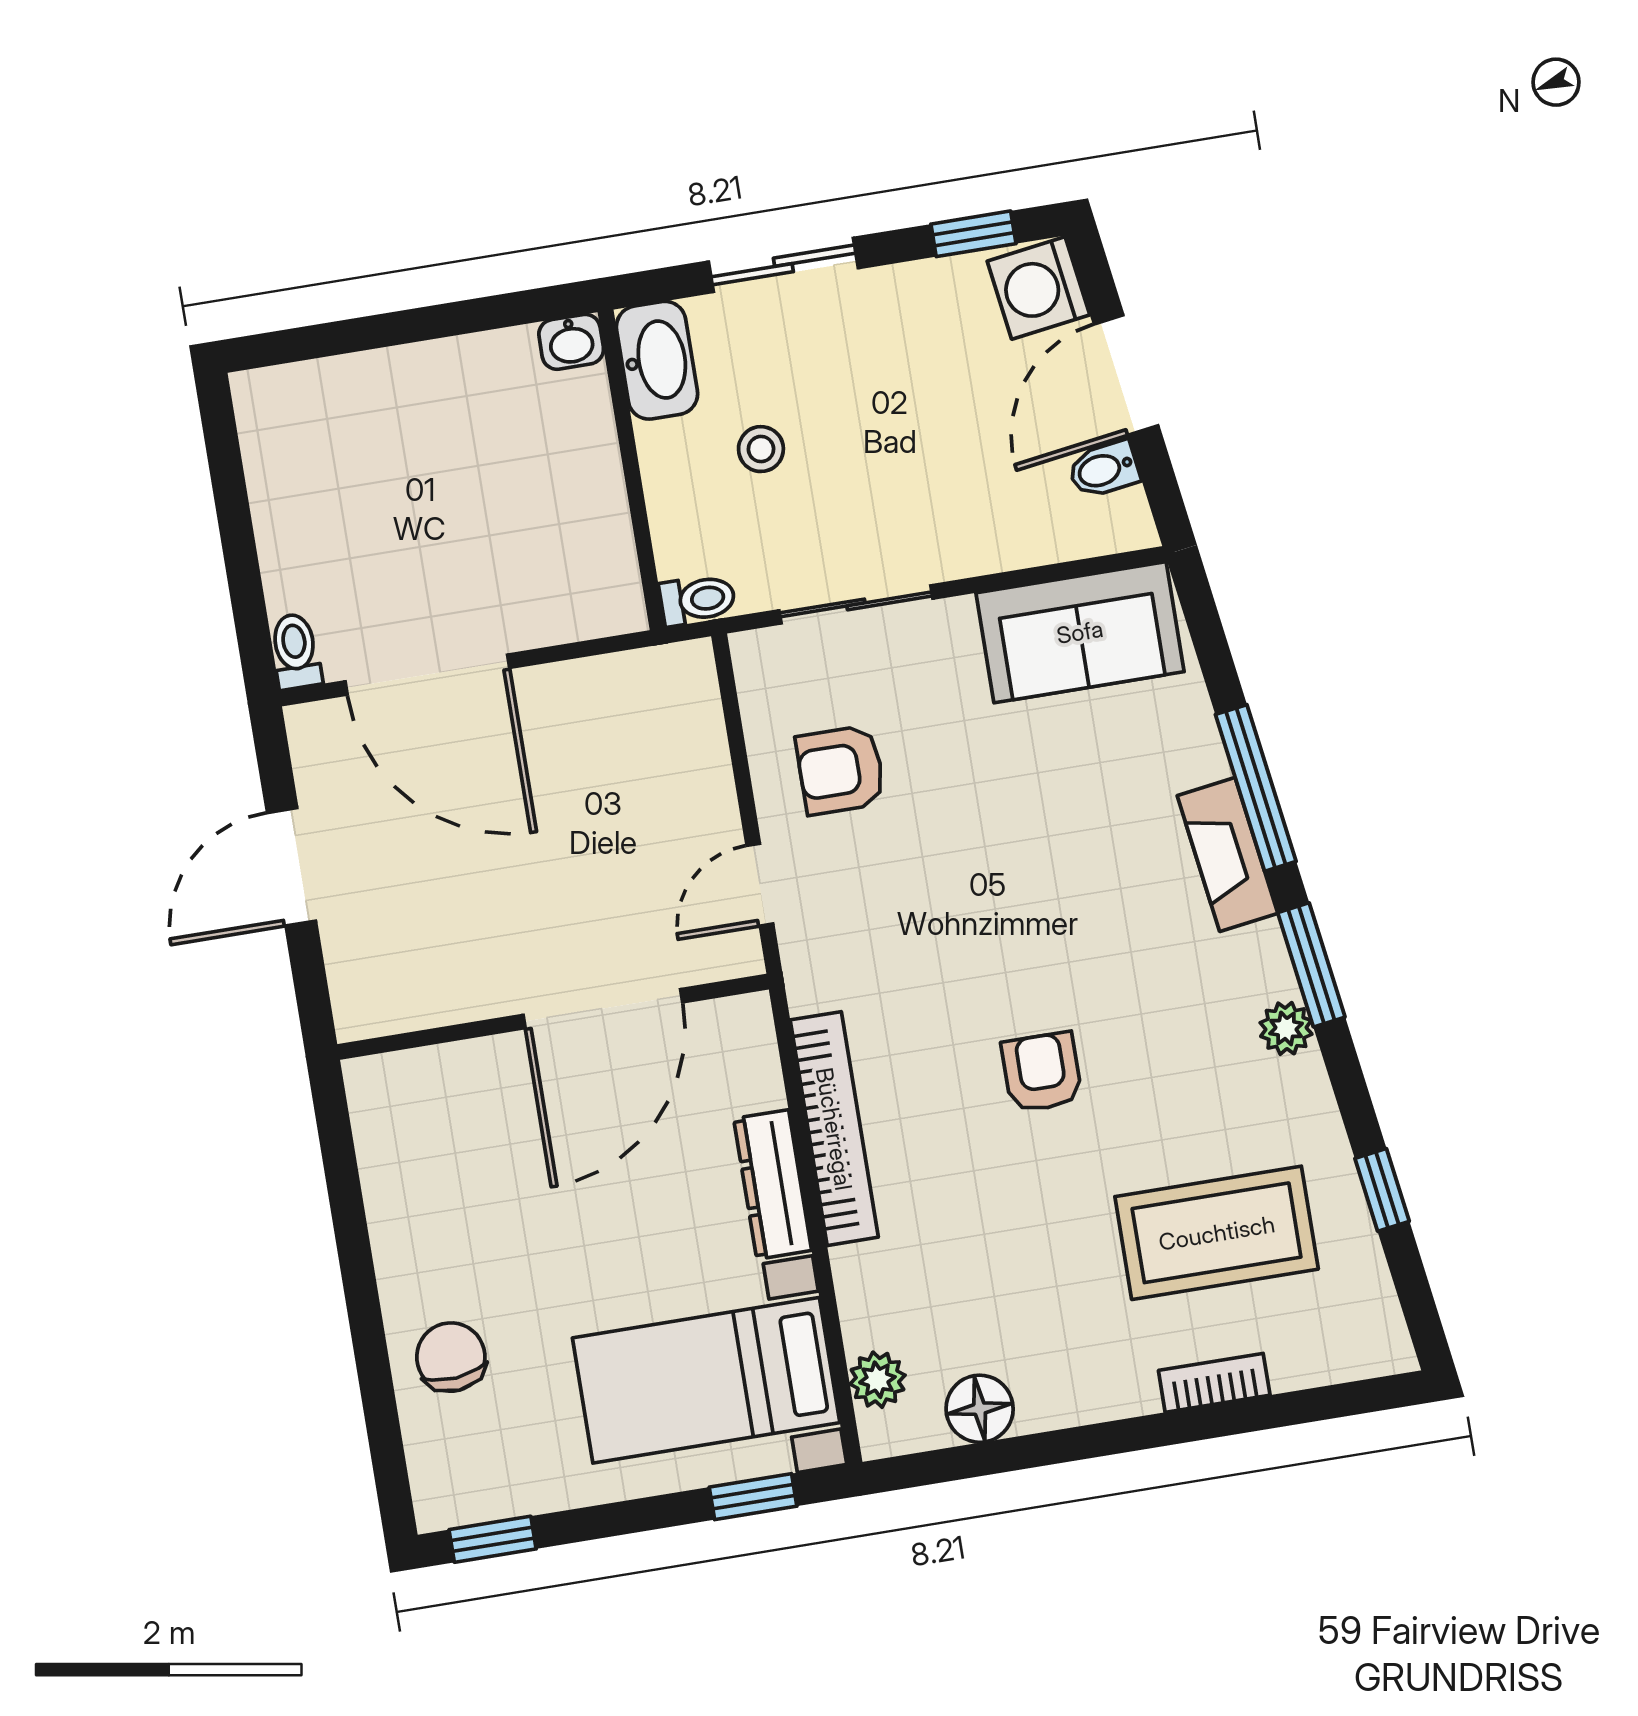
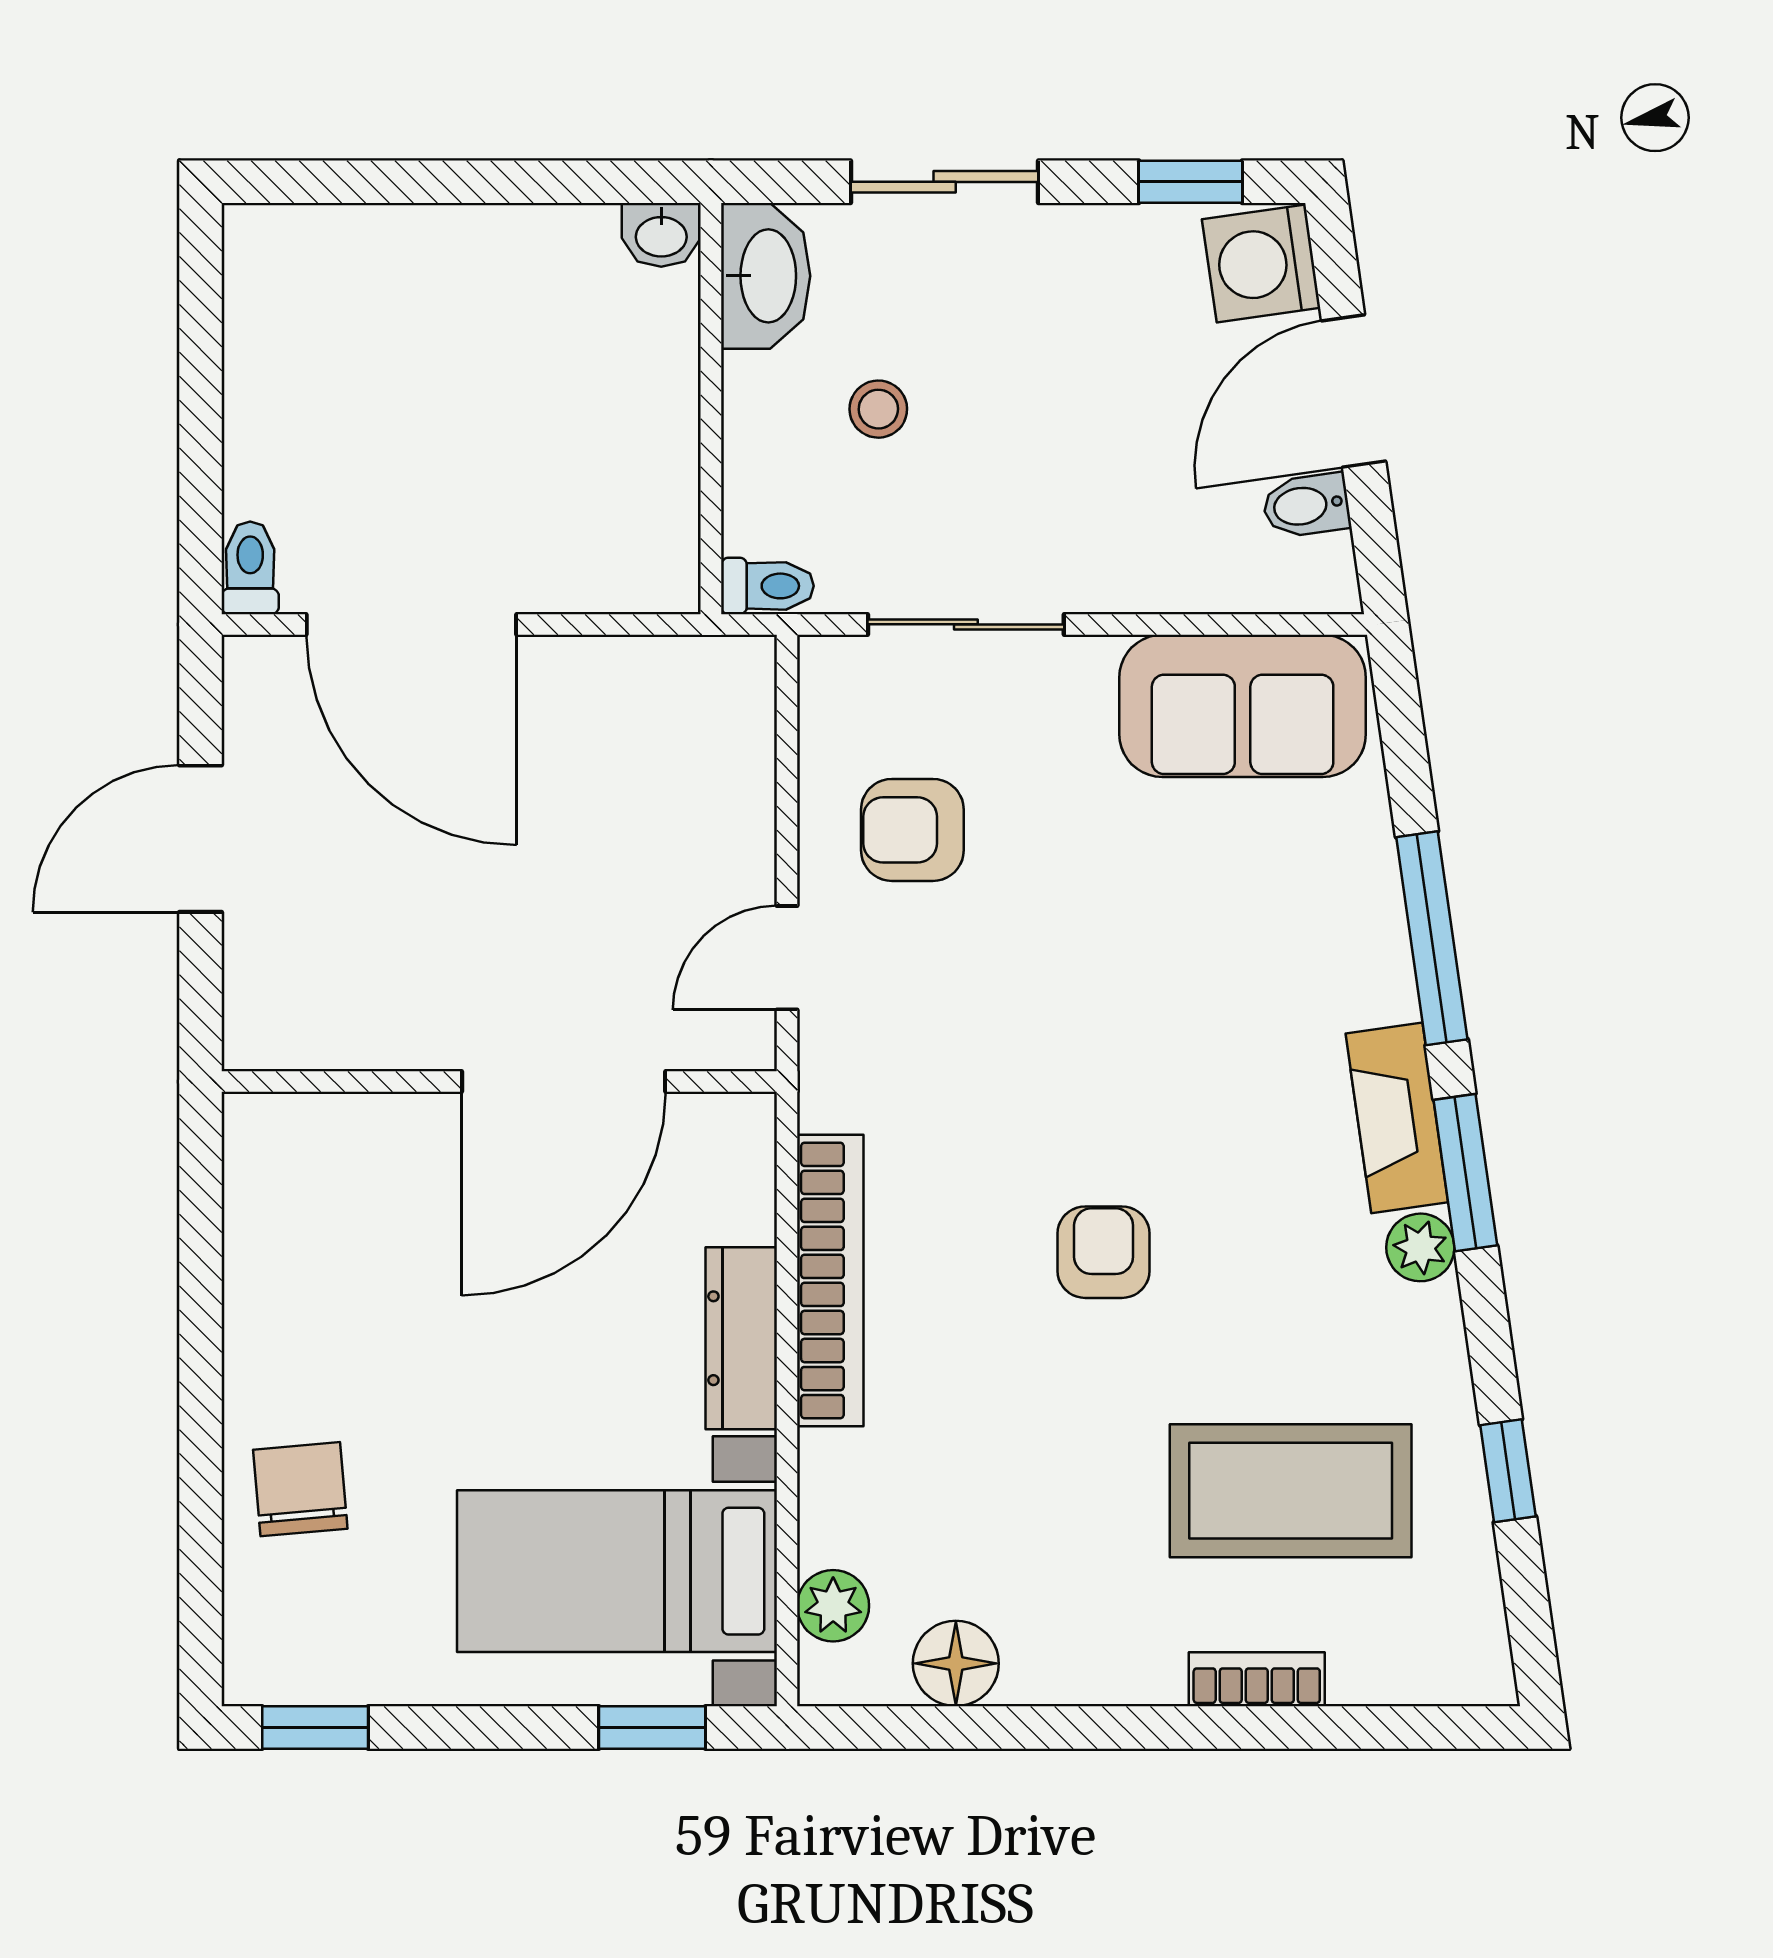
fireplace: (1227, 855) -> (1397, 1118), moved

